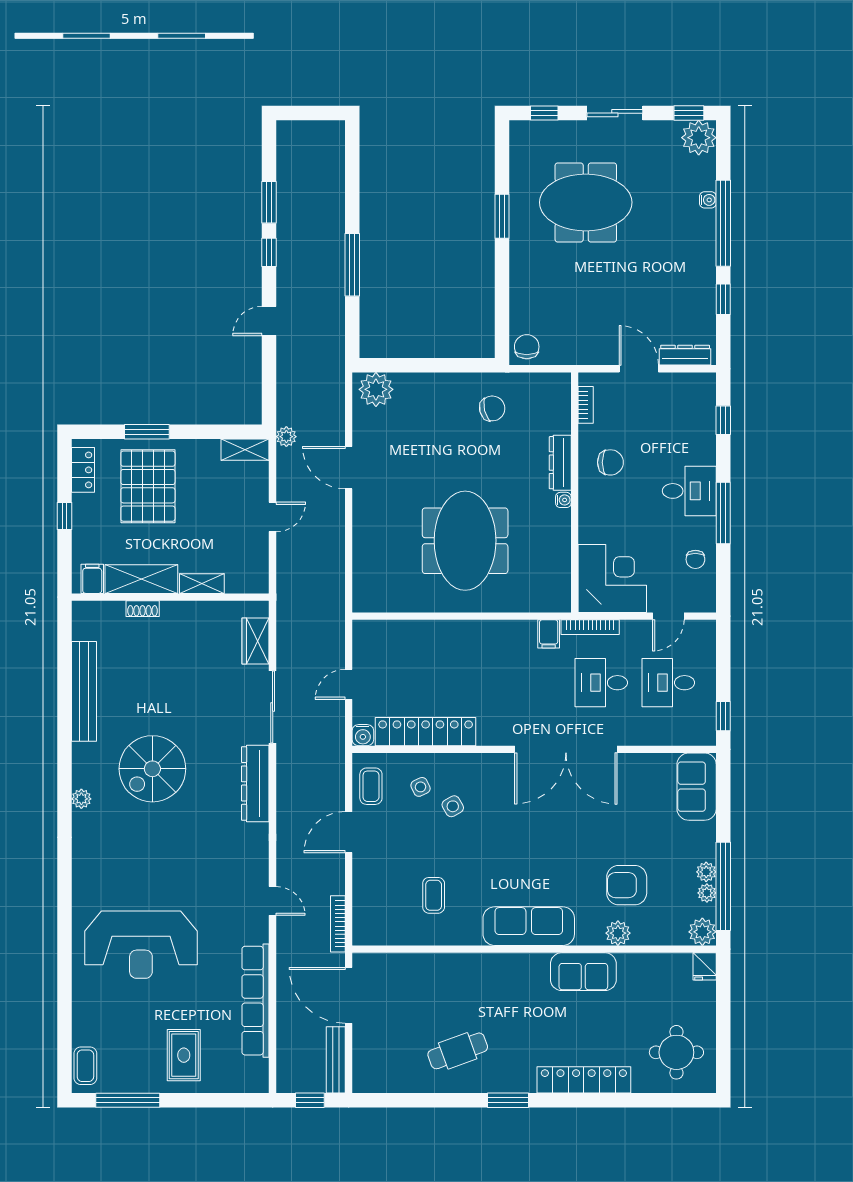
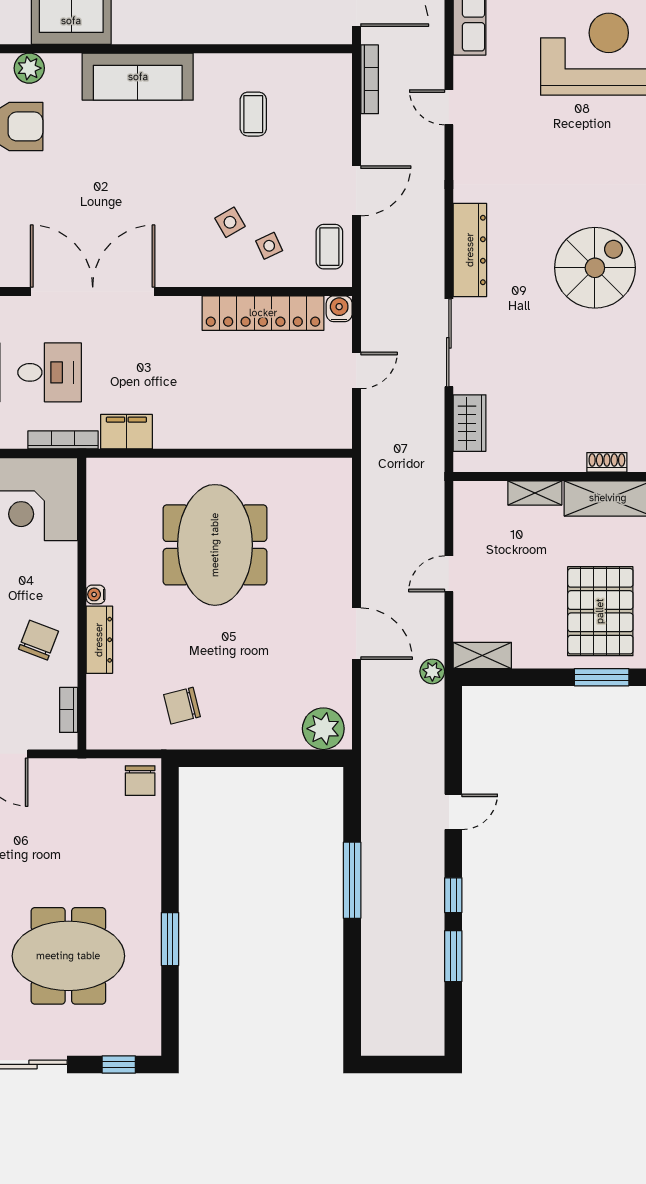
chair: (610, 462) -> (38, 640), turned 111
filing cabinet: (549, 634) -> (126, 432), width x2.00

